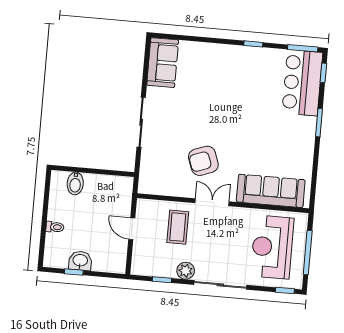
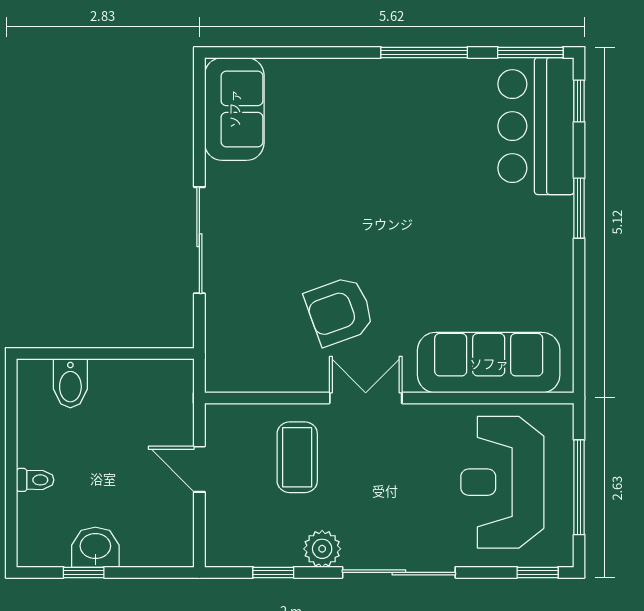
window: (253, 44) -> (424, 52), width x2.17

